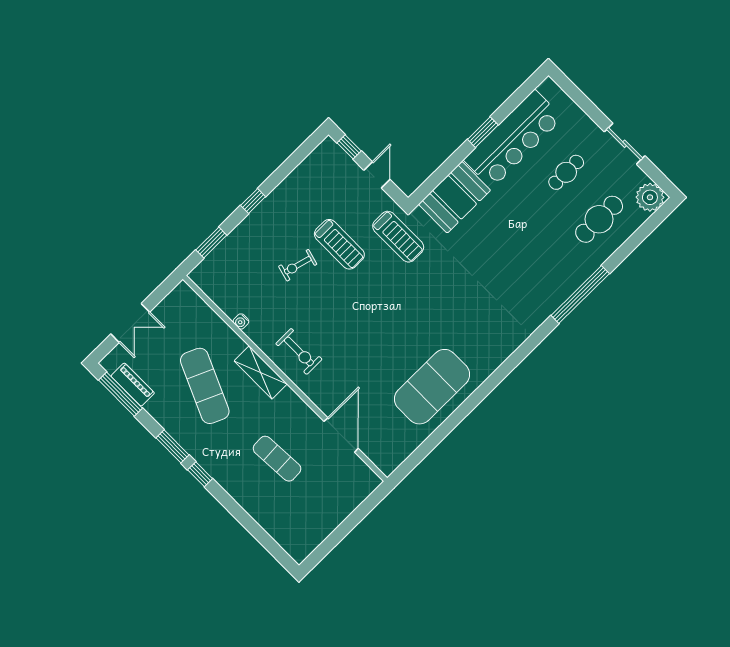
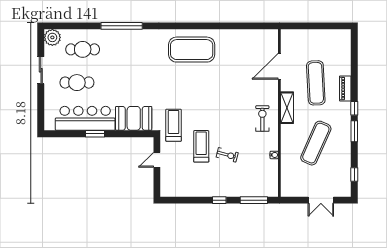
window: (349, 147) -> (157, 183), removed
cafe table: (566, 172) -> (77, 83), width x1.37, depth x1.35
window: (211, 243) -> (254, 200), width x1.44
double door: (130, 323) -> (321, 200), swing flipped
shelving: (261, 372) -> (287, 108), moved
piano: (133, 385) -> (345, 88), moved
exercise mat: (432, 387) -> (192, 50), moved
window: (121, 394) -> (354, 174), width x0.46
exercise mat: (277, 459) -> (316, 83), width x1.36, depth x1.45

